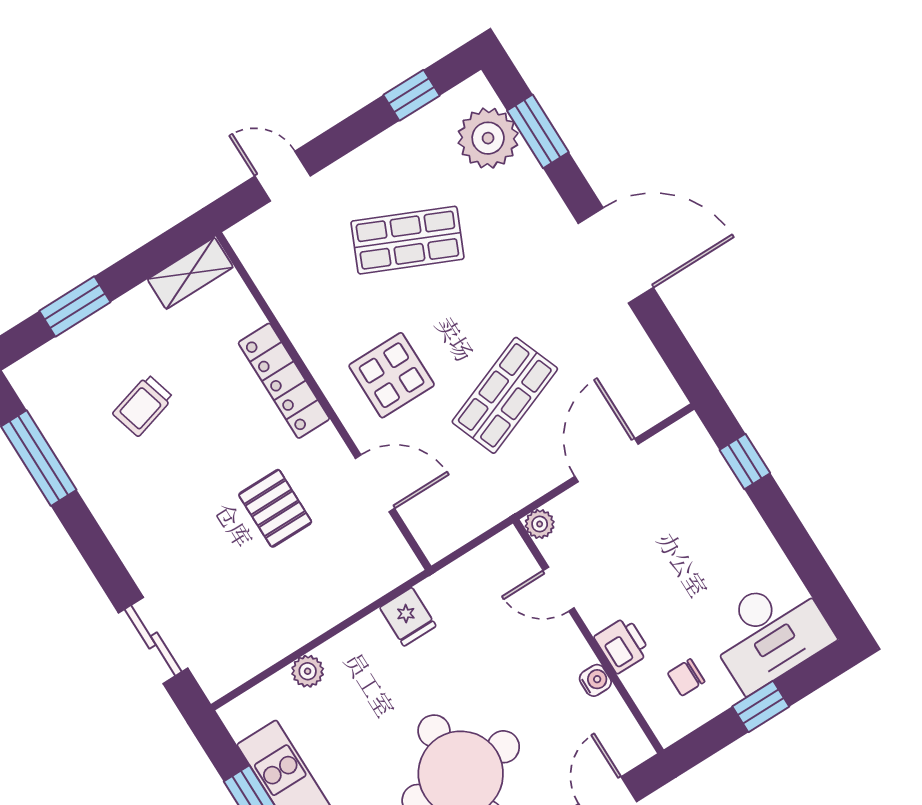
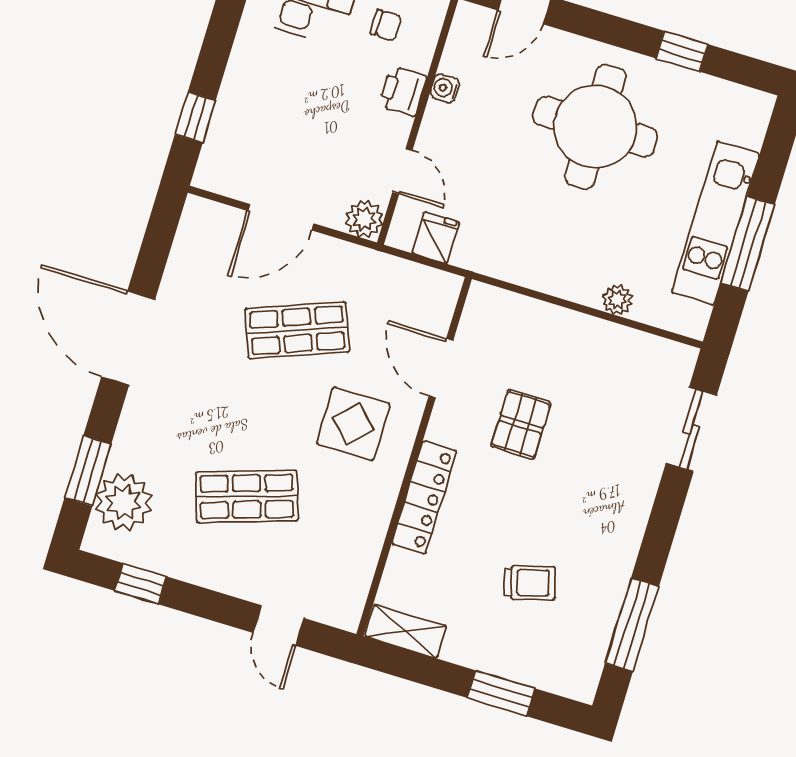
shop shelf: (407, 240) -> (247, 496), turned -42
plant: (540, 524) -> (364, 219), width x1.38, depth x1.38
fridge: (408, 617) -> (436, 238), moved

